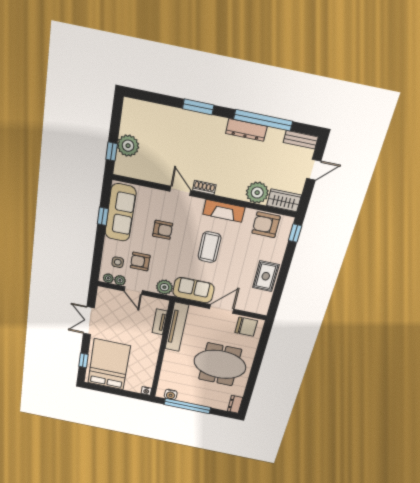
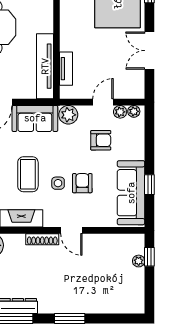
plant: (128, 146) -> (139, 261), width x0.53, depth x0.53
shoe rack: (204, 188) -> (42, 239), width x1.43
armchair: (163, 230) -> (82, 183), turned 90
side table: (118, 262) -> (58, 183), moved
door: (133, 291) -> (103, 102), hinge flipped
double door: (89, 321) -> (149, 51), swing flipped

